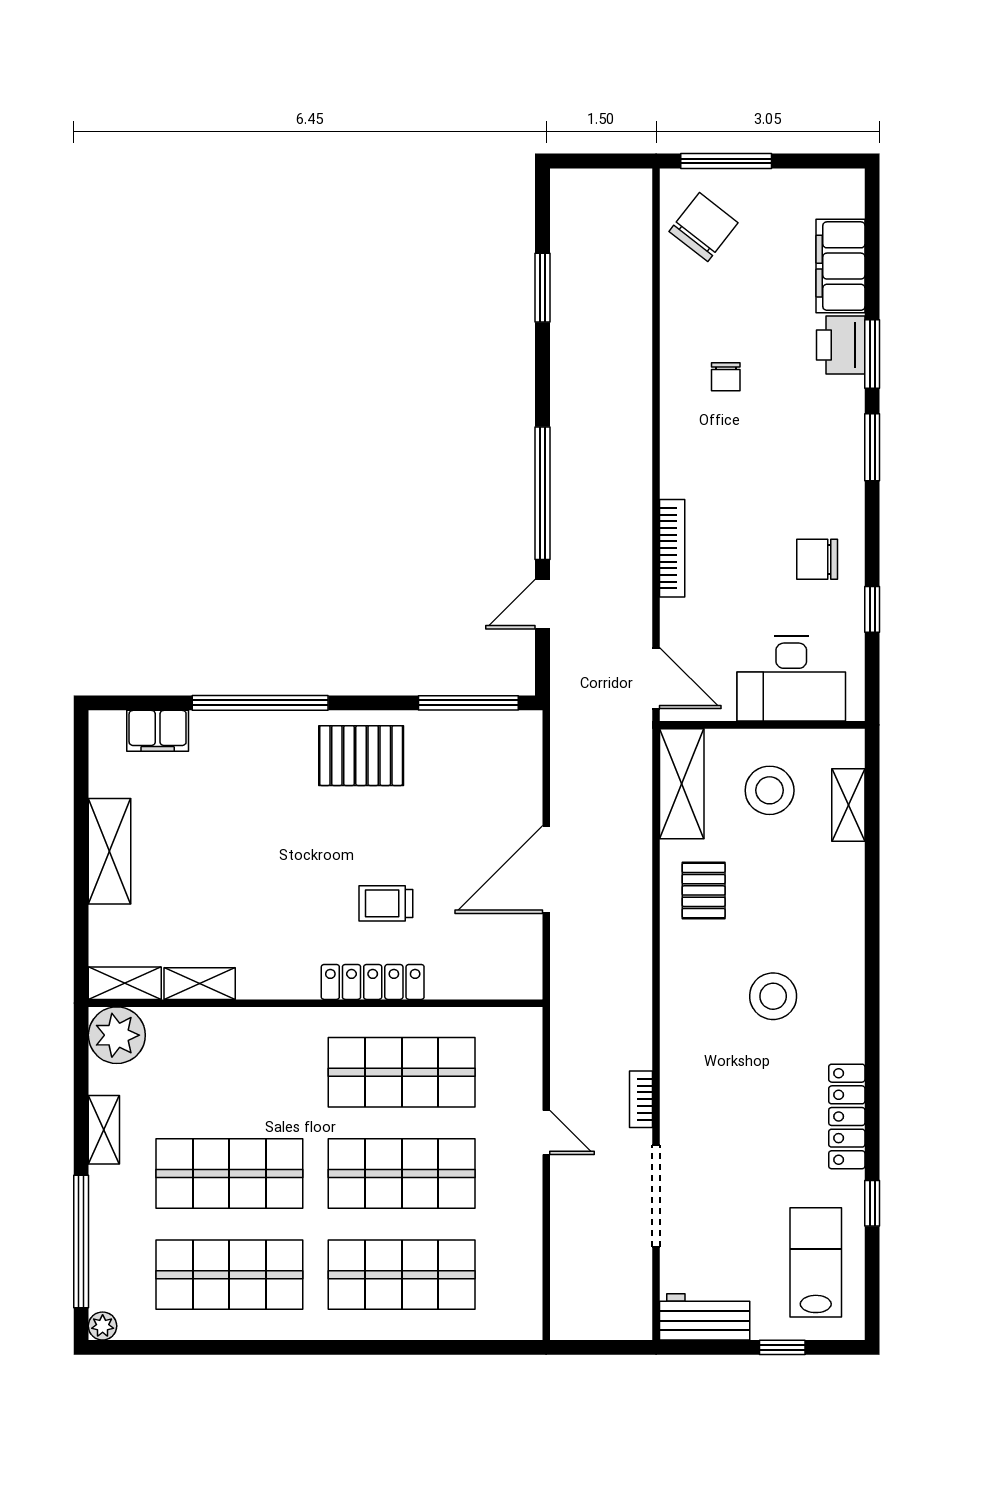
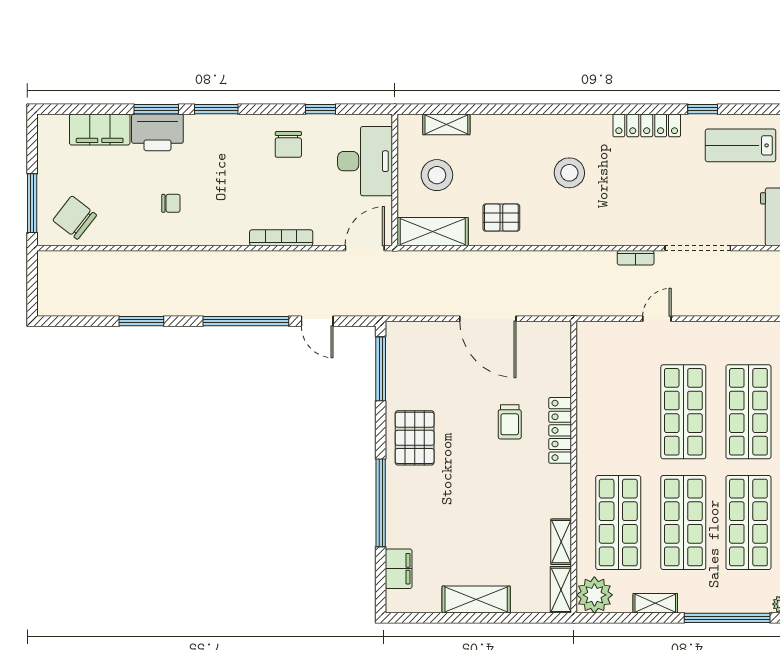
window: (543, 288) -> (141, 321), moved
printer: (841, 345) -> (157, 132), width x1.37, depth x1.19
shop shelf: (402, 1072) -> (618, 523), moved

